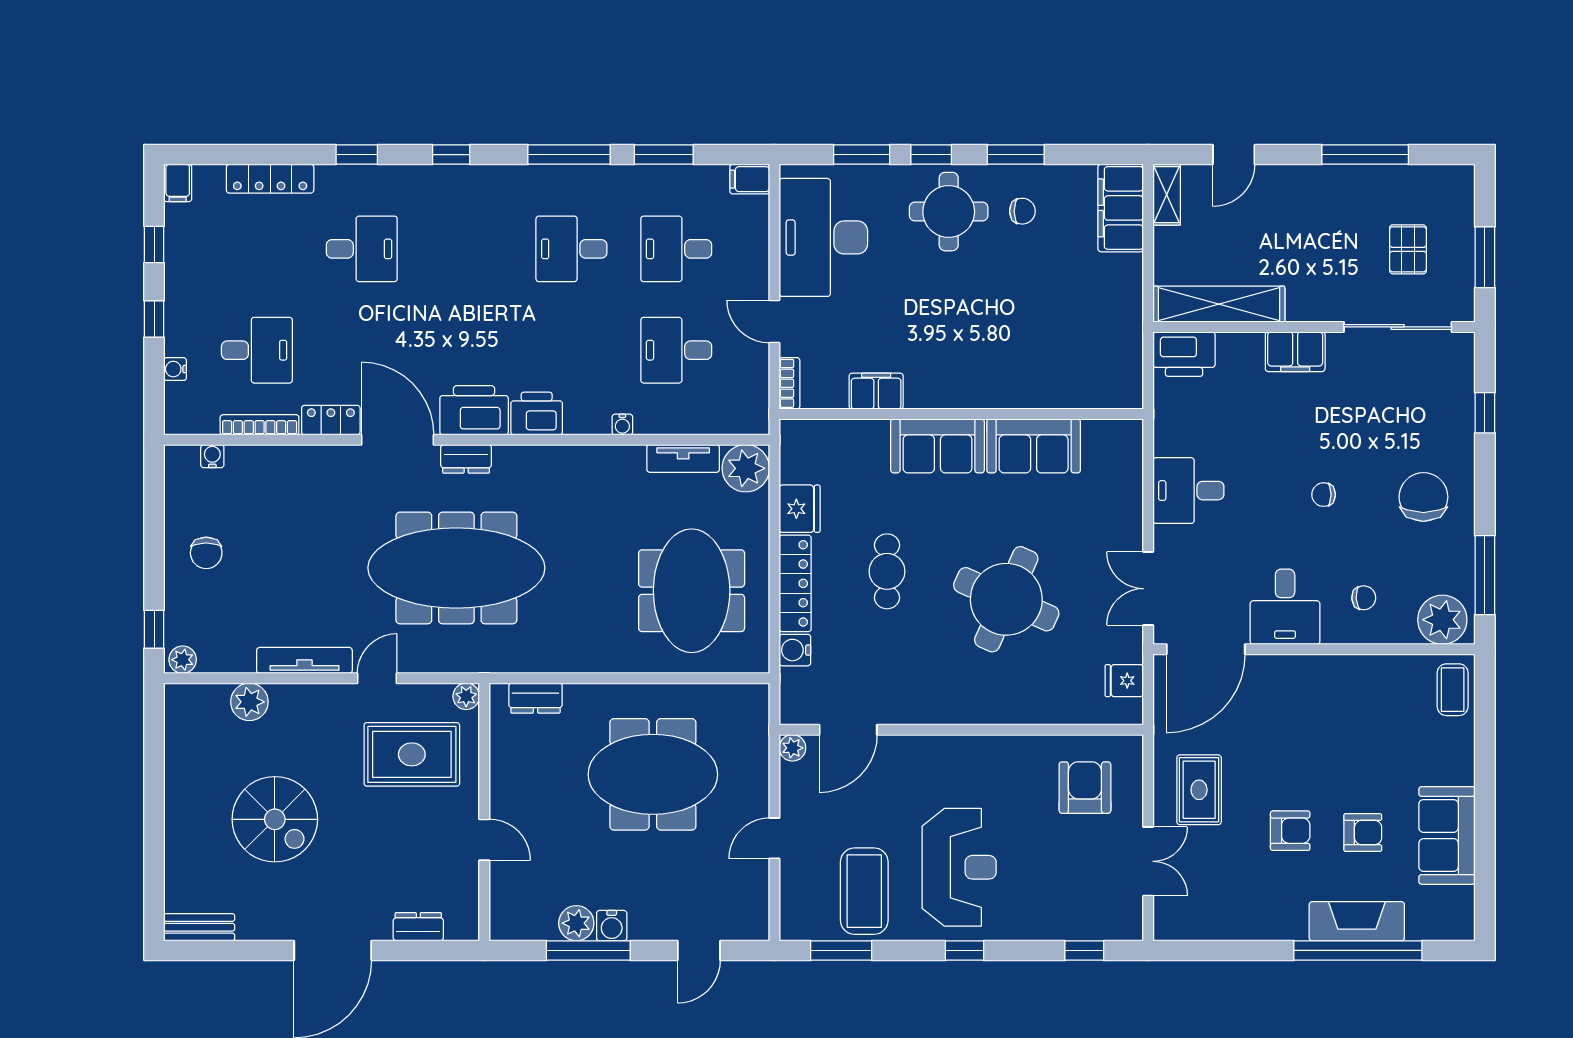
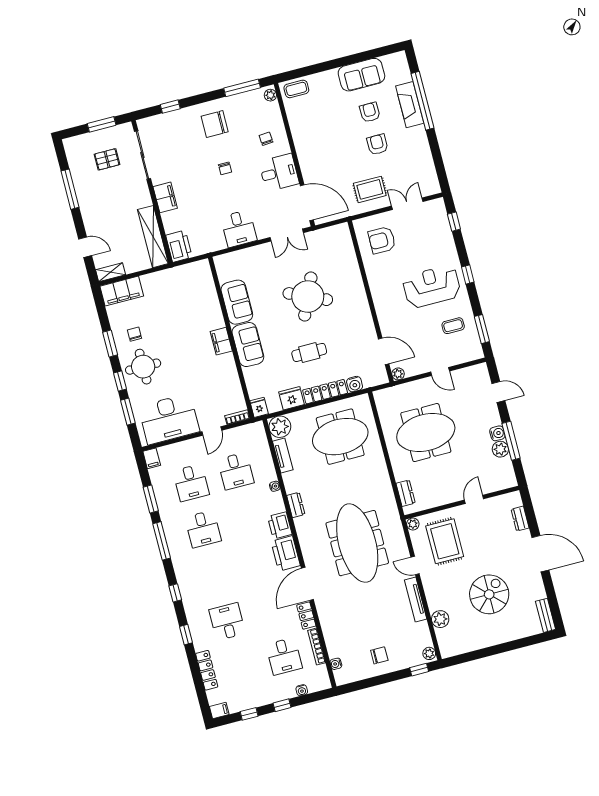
desk: (257, 350) -> (284, 656), turned 180
filing cabinet: (876, 391) -> (221, 341), moved
dresser: (466, 459) -> (296, 505), moved
plant: (1442, 620) -> (270, 95), width x0.53, depth x0.53
fridge: (1124, 681) -> (259, 407), moved, turned 180
meeting table: (653, 774) -> (426, 433), turned 90
coffee table: (864, 891) -> (453, 326), width x0.54, depth x0.58

